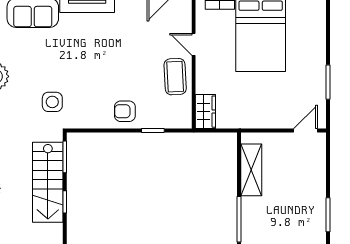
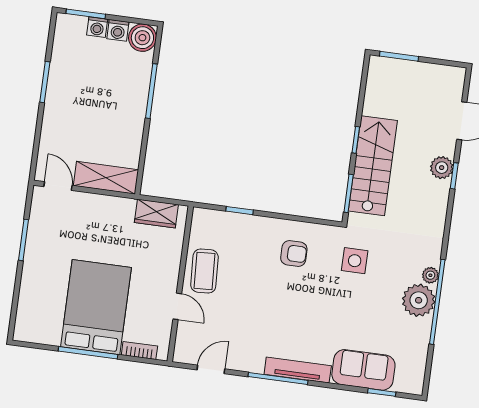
armchair: (125, 111) -> (294, 254), moved
wardrobe: (205, 112) -> (156, 214), moved, turned -90
door: (306, 130) -> (58, 186), swing flipped
shelving: (251, 170) -> (106, 178), moved, turned 90

